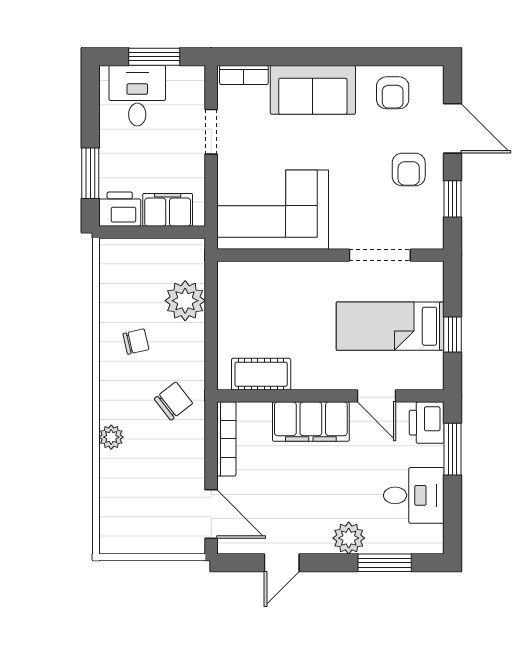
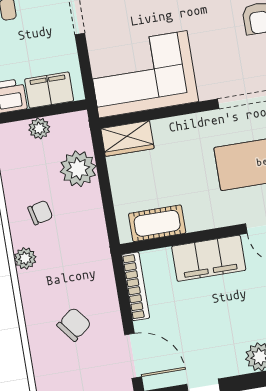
plant: (150, 250) -> (39, 128), added
wardrobe: (244, 277) -> (127, 139), added
chair: (173, 401) -> (74, 324), moved
plant: (111, 437) -> (25, 258), moved

